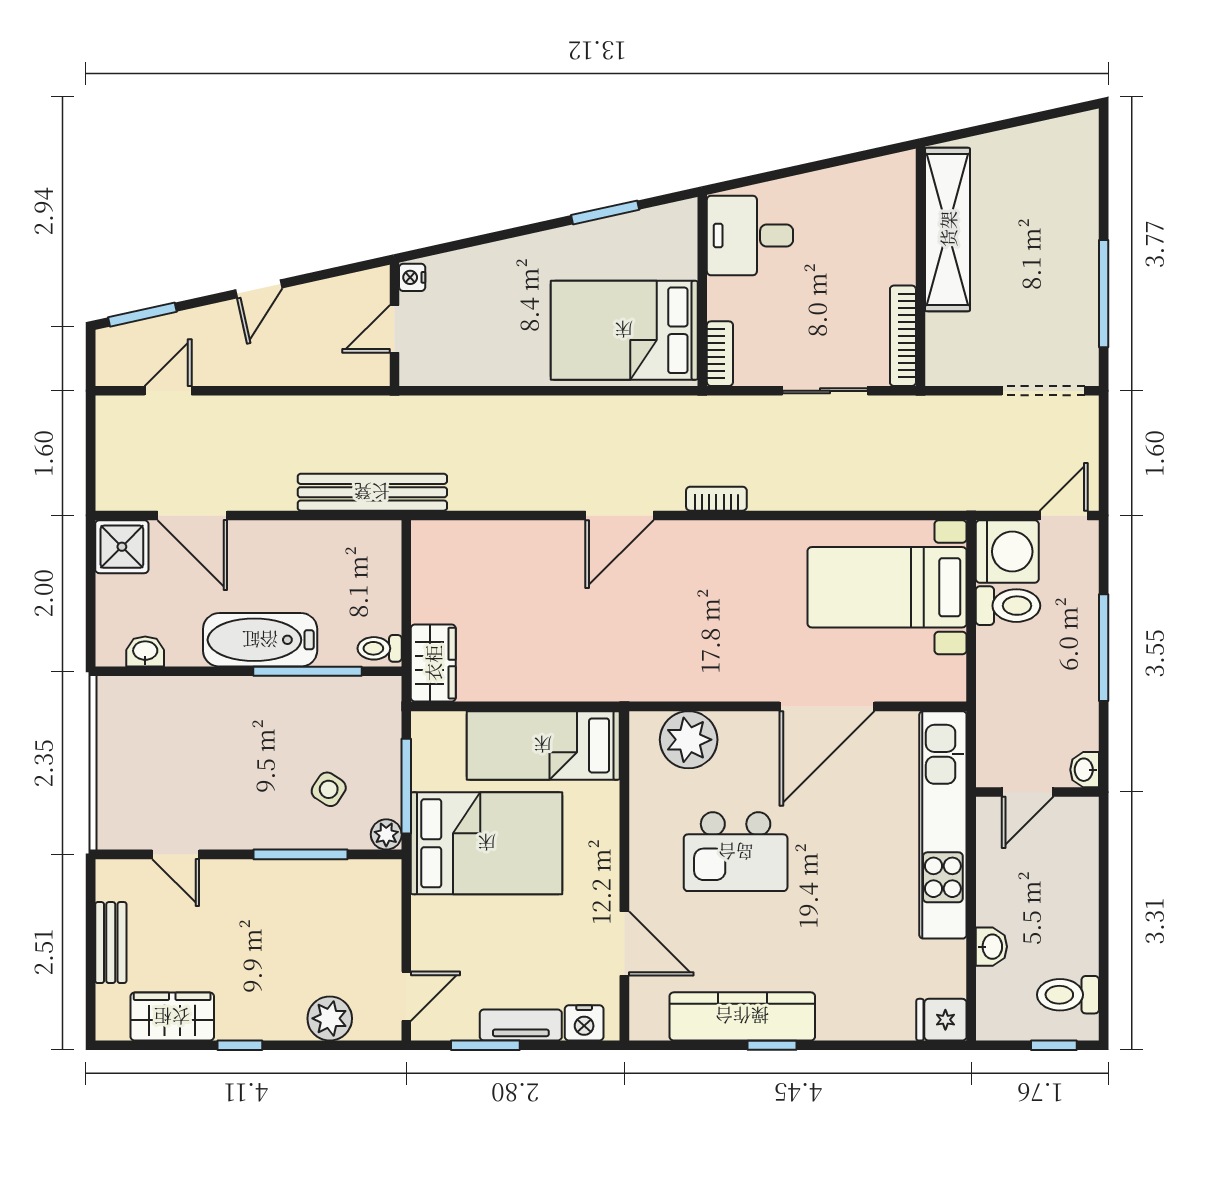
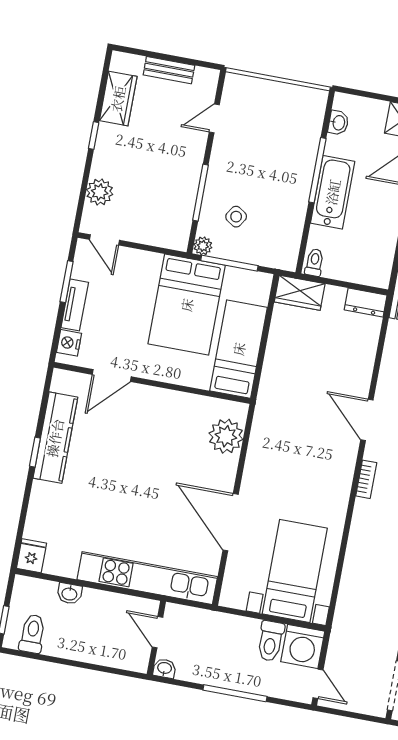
dresser: (429, 553) -> (366, 303), added
window: (308, 671) -> (317, 170), moved
kitchen island: (736, 852) -> (154, 452), removed

